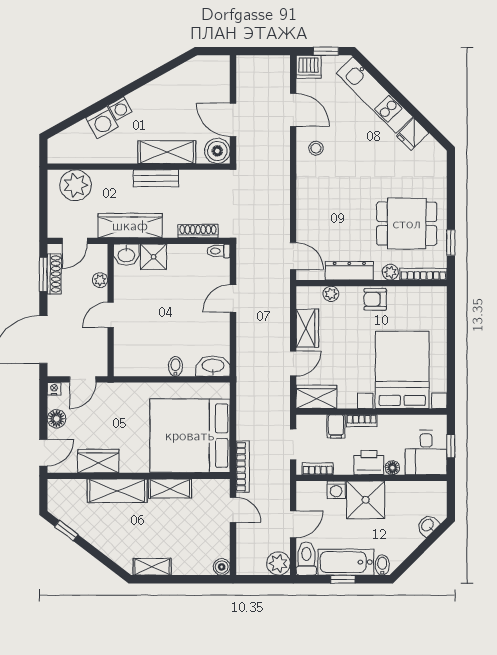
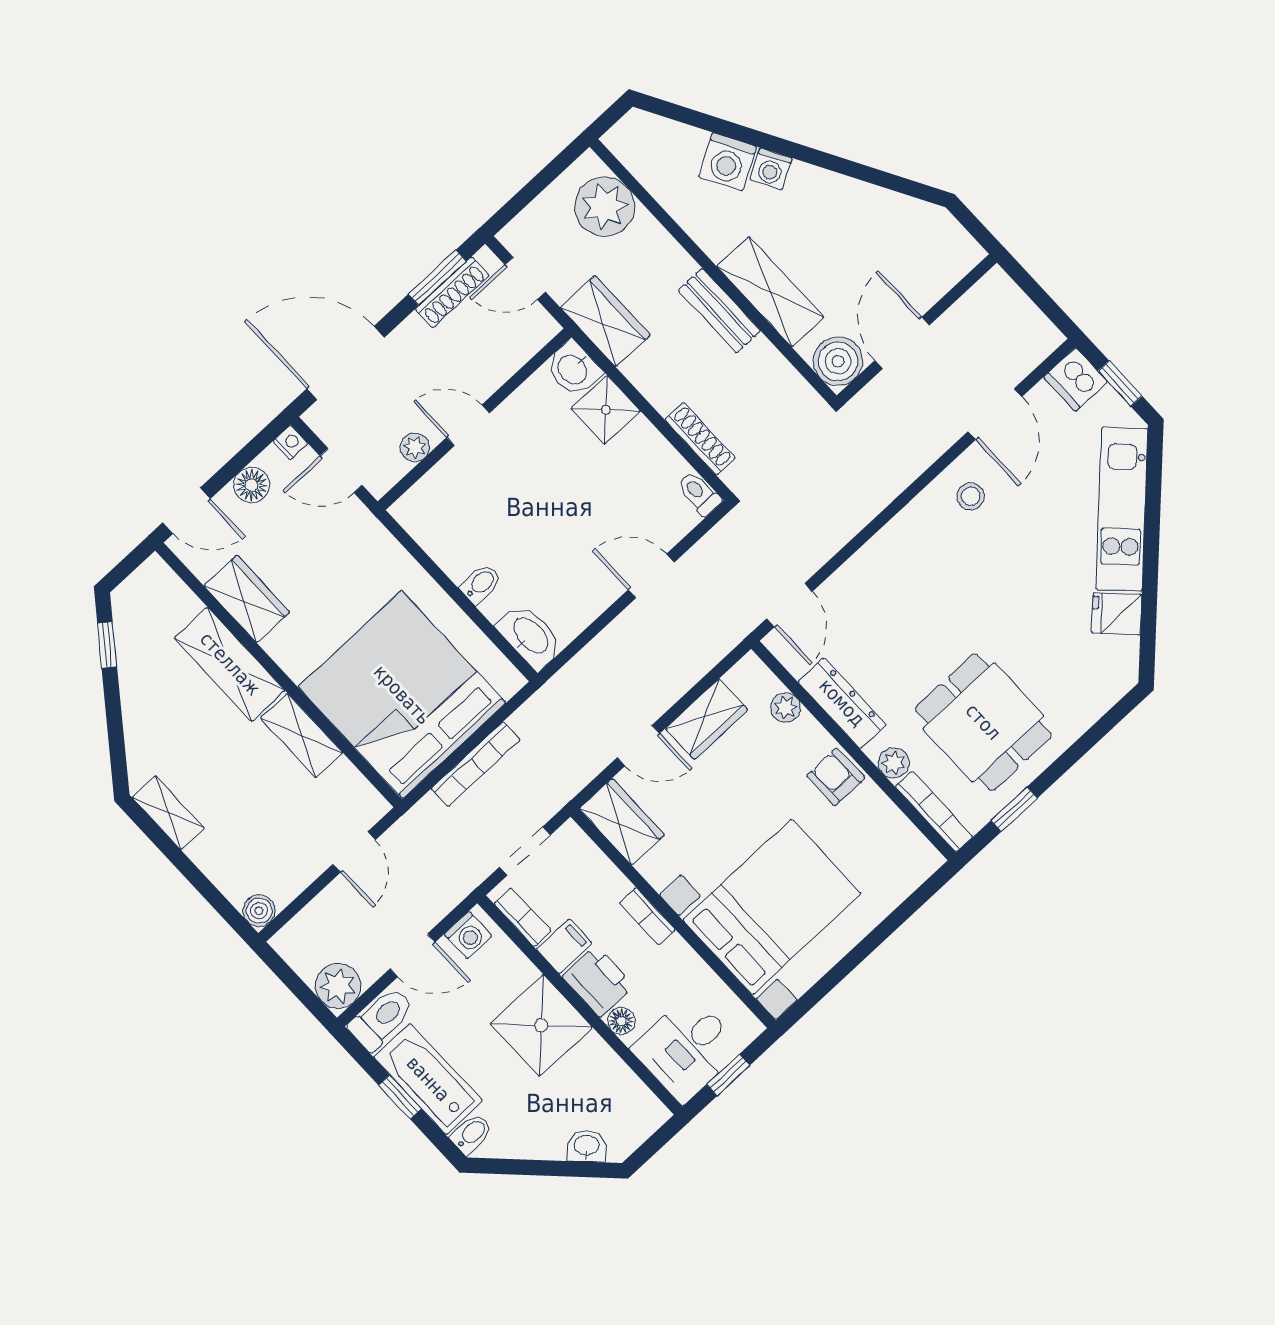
wardrobe: (130, 226) -> (605, 321), width x0.67
plant: (100, 280) -> (415, 447), moved
filing cabinet: (336, 426) -> (564, 946), moved, turned 180
bookcase: (243, 467) -> (476, 764), moved
washing machine: (336, 490) -> (468, 935), moved, turned -90

